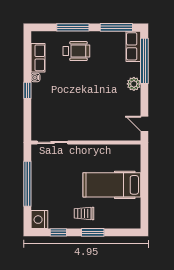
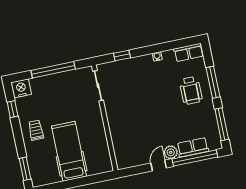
row of seats: (133, 46) -> (193, 147), moved
row of seats: (38, 58) -> (189, 52), moved
window: (27, 90) -> (122, 55), moved
door: (144, 124) -> (159, 165), moved
window: (93, 232) -> (25, 169), moved

